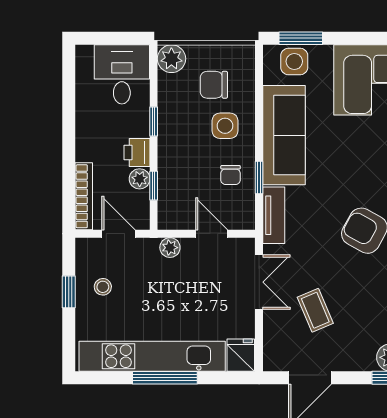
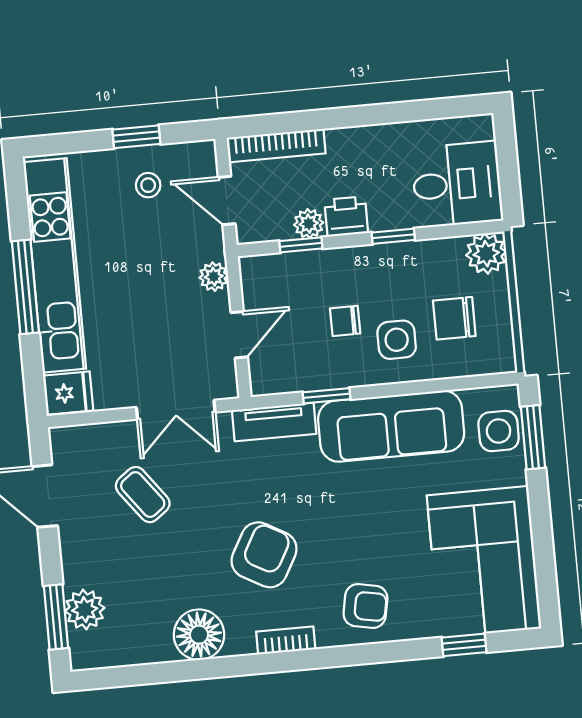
chair: (214, 85) -> (454, 318), turned -90
chair: (231, 175) -> (345, 321), moved
door: (118, 234) -> (227, 200), swing flipped
coffee table: (315, 310) -> (143, 495), turned 76

